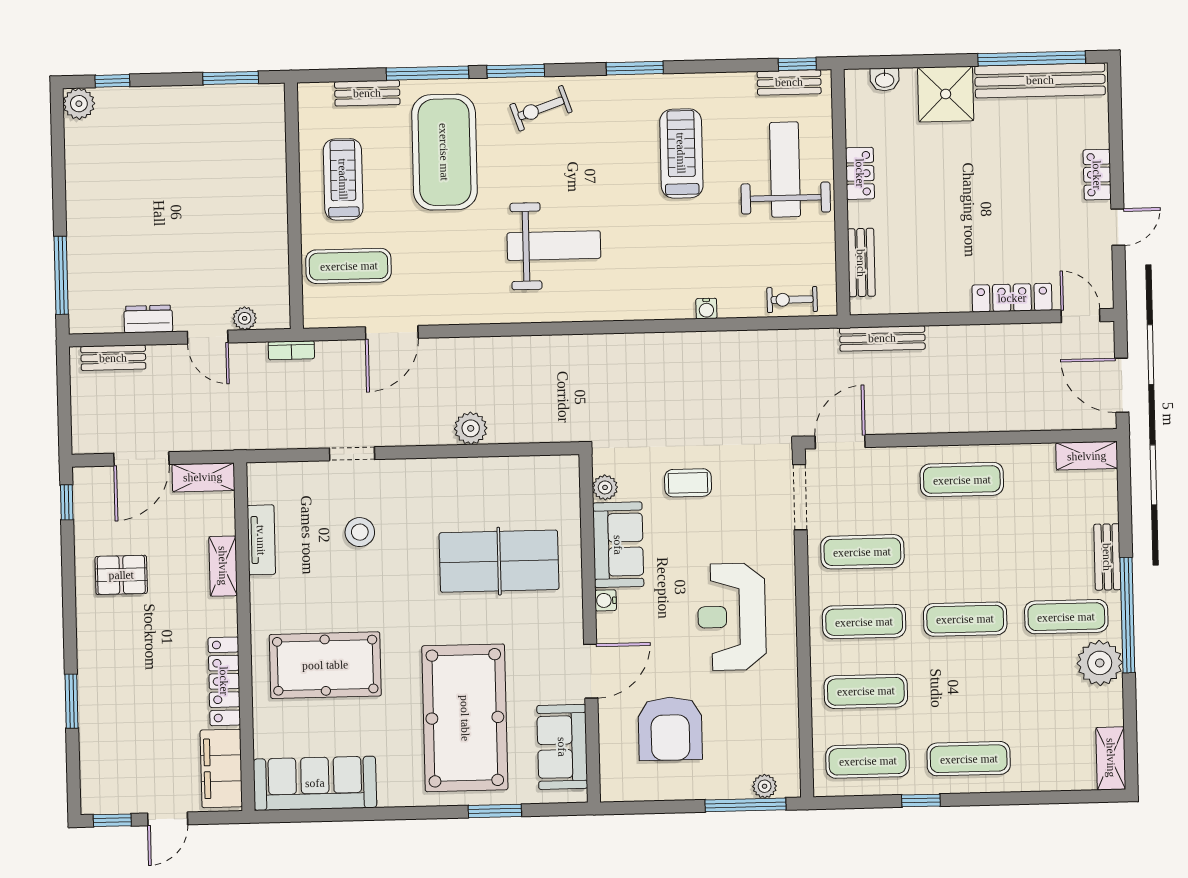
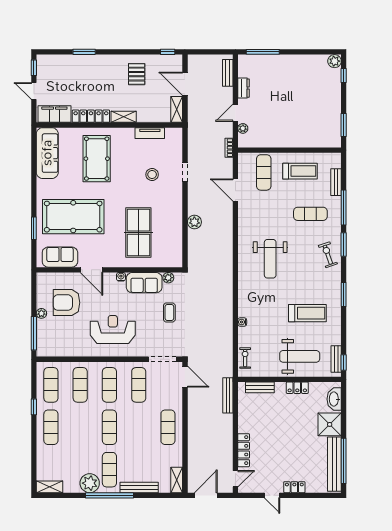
washbasin: (885, 80) -> (334, 399), width x1.91, depth x1.45
exercise mat: (444, 152) -> (310, 214), width x0.50, depth x0.69
bench: (1107, 557) -> (139, 487), width x1.36
shelving: (223, 566) -> (124, 117), moved
plant: (765, 786) -> (41, 313), moved

